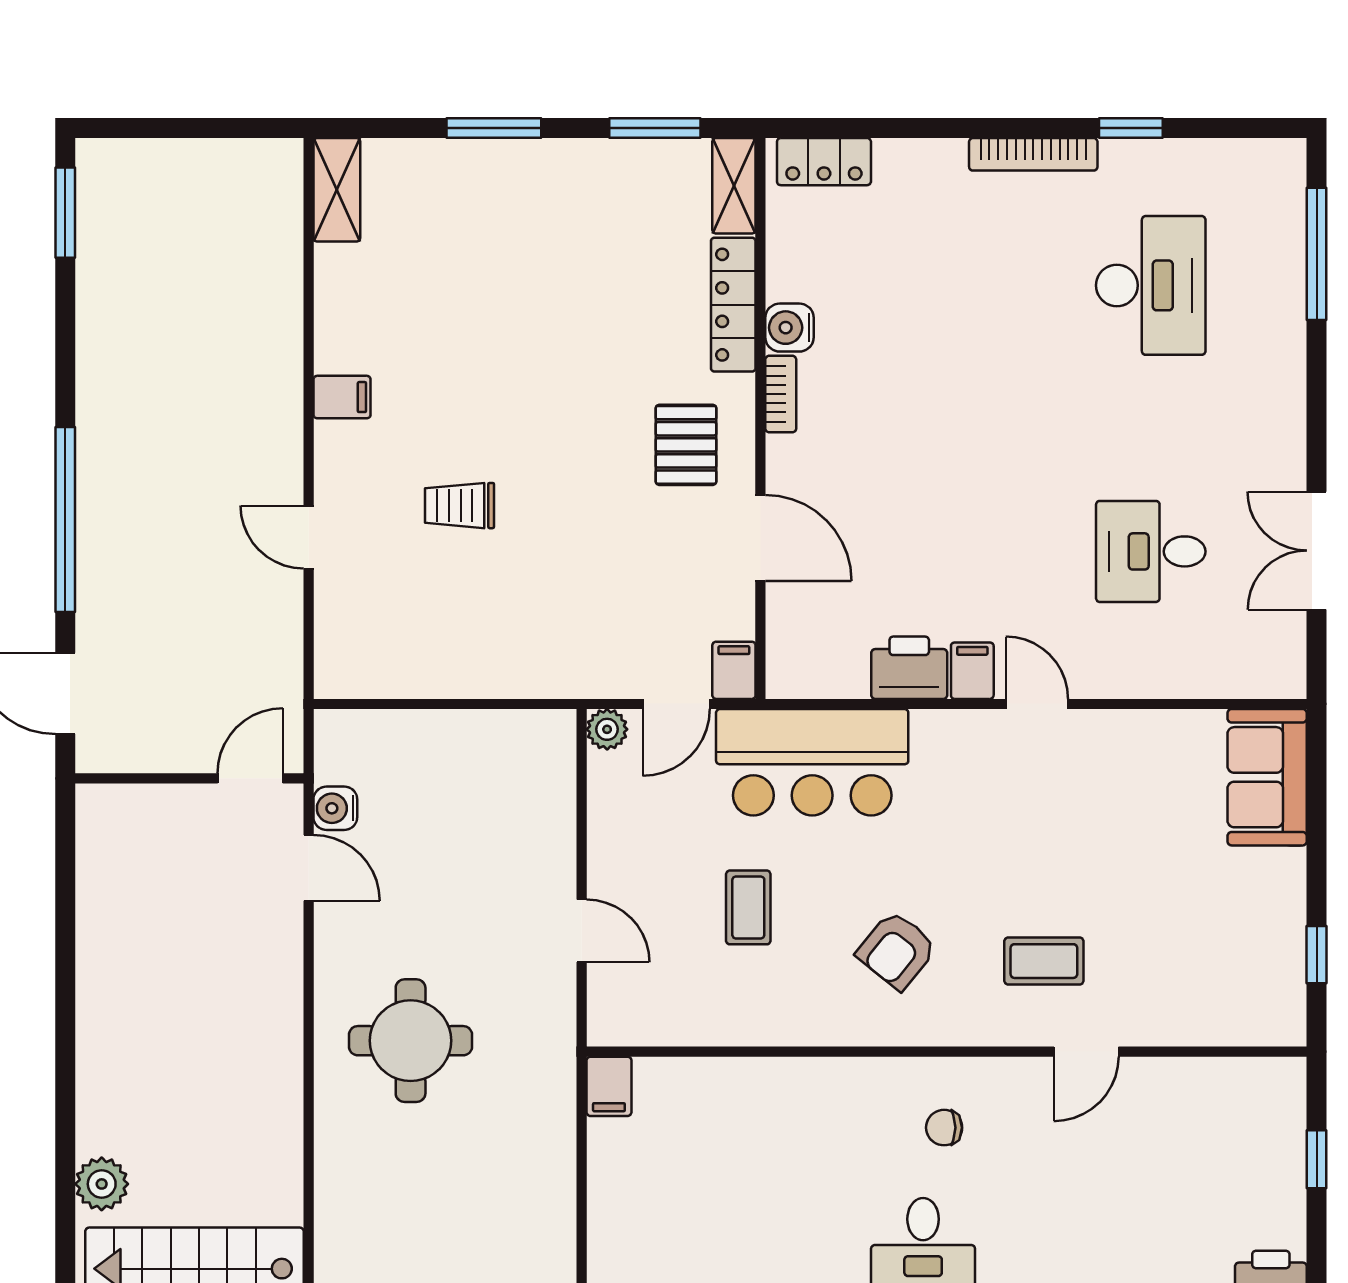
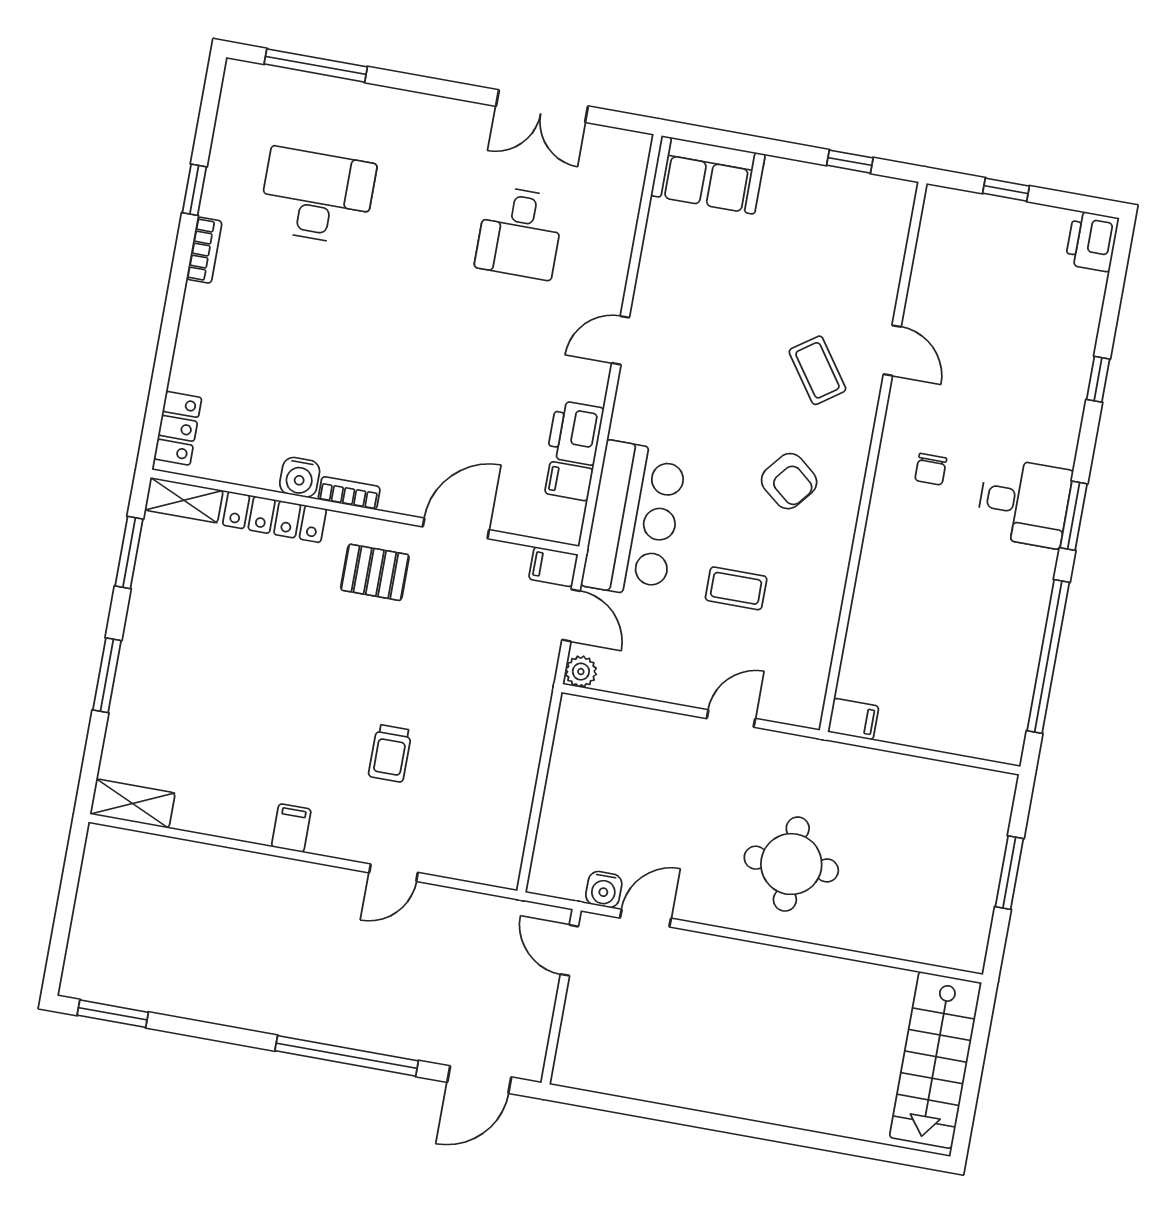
bookcase: (1033, 154) -> (204, 250), width x0.64
filing cabinet: (972, 671) -> (569, 481), moved
coffee table: (1044, 961) -> (817, 370), turned -35
plant: (102, 1184) -> (858, 1119), removed

